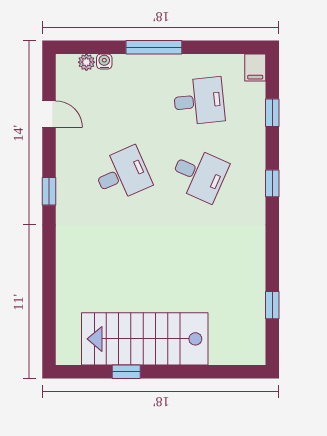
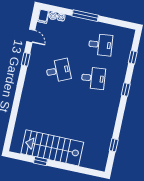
filing cabinet: (255, 68) -> (43, 16), moved
desk: (199, 174) -> (93, 78), turned -30
window: (49, 191) -> (26, 59), moved

